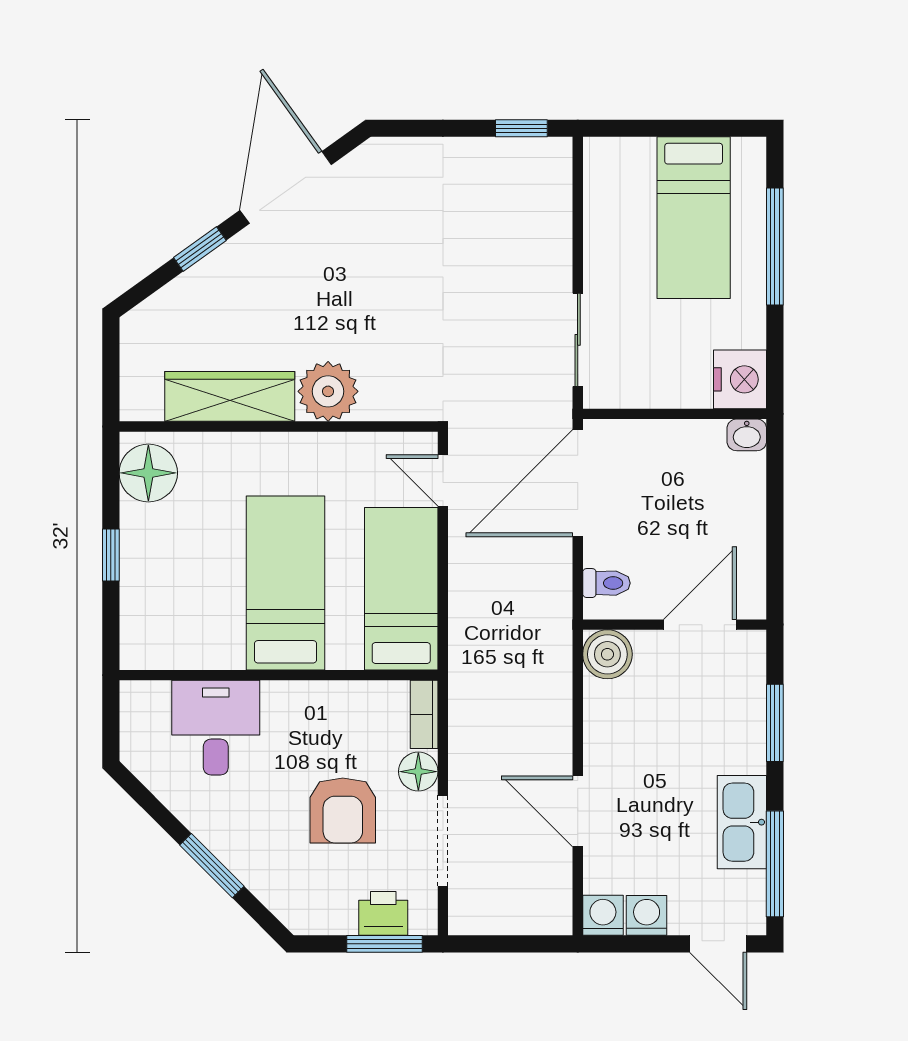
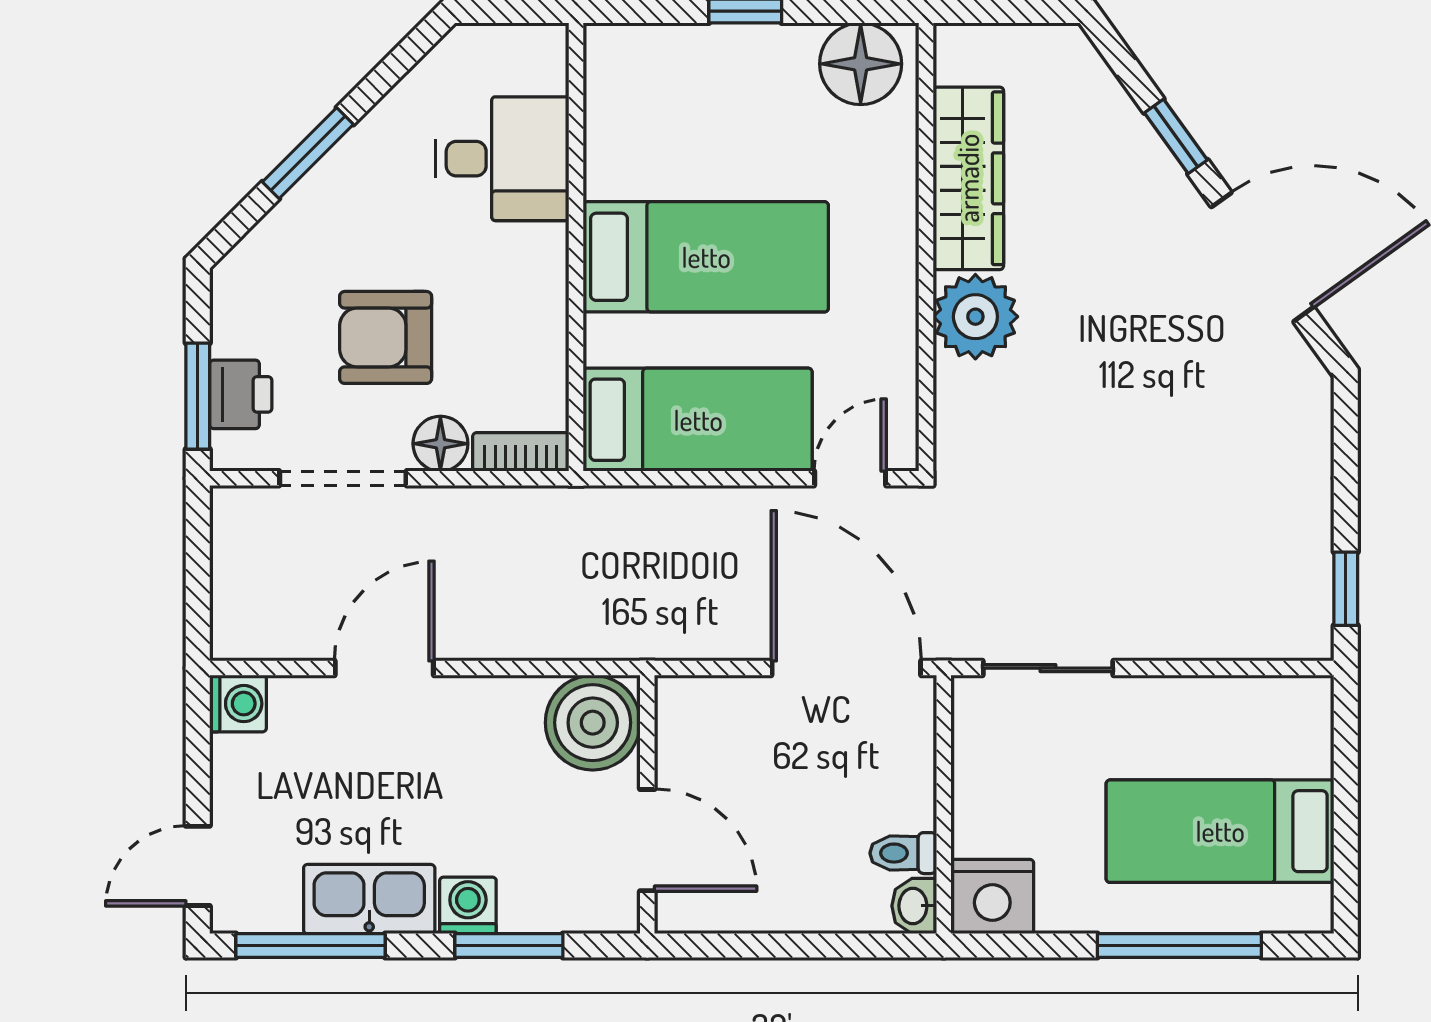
toilet: (606, 583) -> (903, 853), moved, turned 90
boiler: (607, 654) -> (593, 723), width x1.37, depth x1.37
washing machine: (647, 915) -> (468, 905), moved, turned -90

